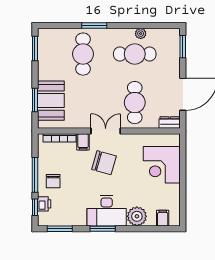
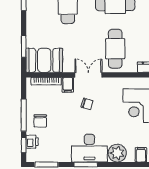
booth: (51, 101) -> (44, 60), moved, turned 90
chair: (104, 163) -> (87, 104), width x0.54, depth x0.54

